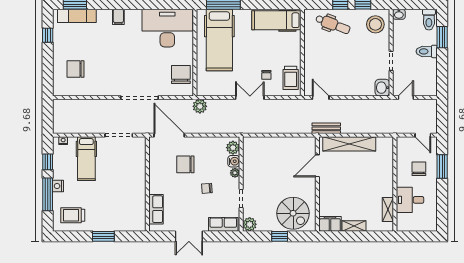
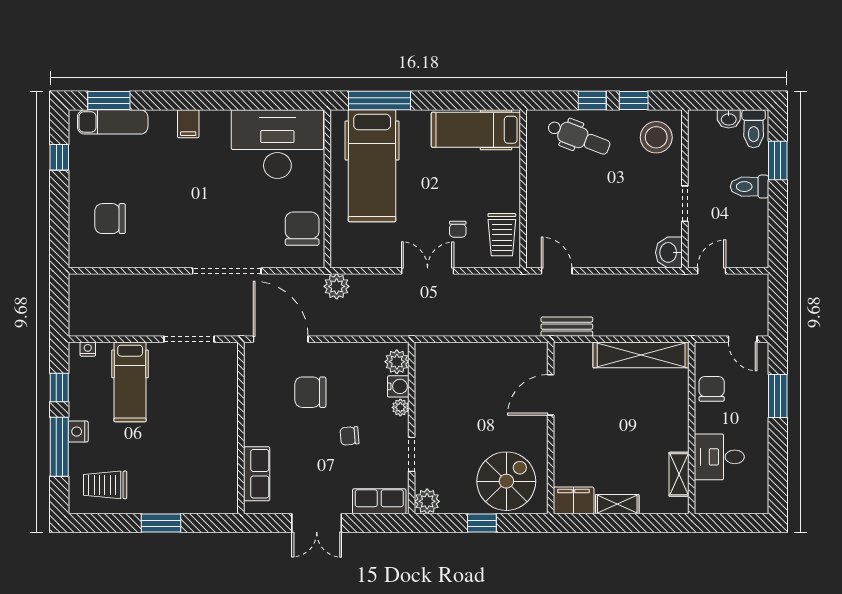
washbasin: (399, 14) -> (729, 119), moved
shelving: (349, 144) -> (641, 355), moved
chair: (419, 169) -> (712, 389), moved
spiral stairs: (293, 213) -> (506, 481), turned -90

